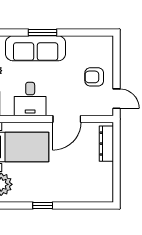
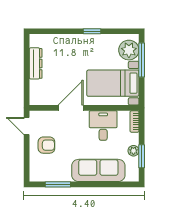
window: (43, 32) -> (58, 184), moved
dresser: (106, 144) -> (36, 63), moved

